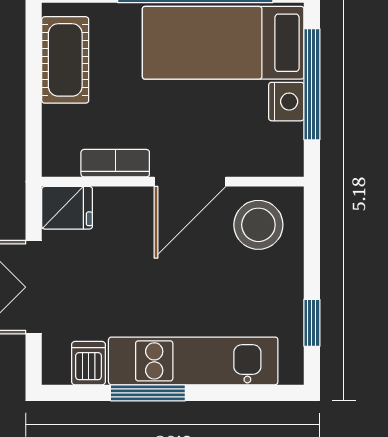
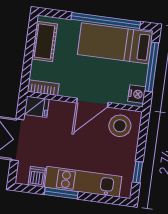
nightstand: (286, 102) -> (137, 94), moved
bookcase: (115, 163) -> (43, 88), moved

